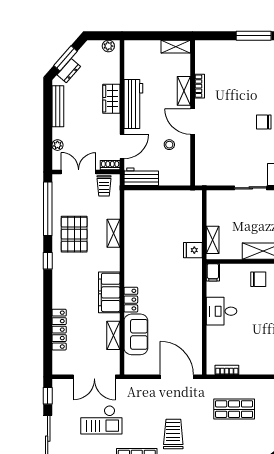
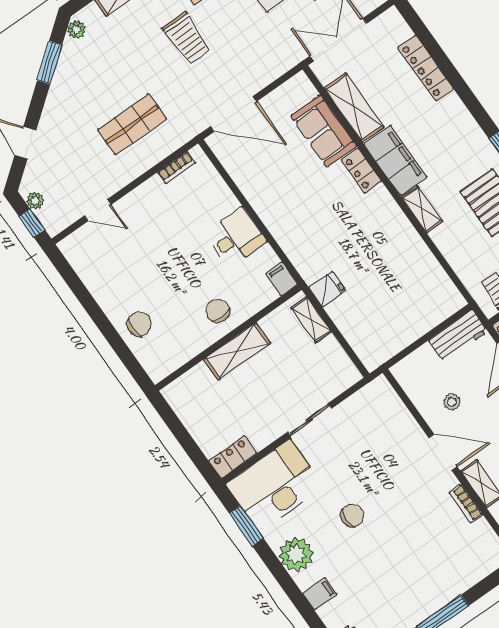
shelving: (113, 233) -> (422, 209), moved
chair: (258, 279) -> (218, 311), turned 90
shelving: (113, 335) -> (354, 108), width x1.50, depth x1.33

